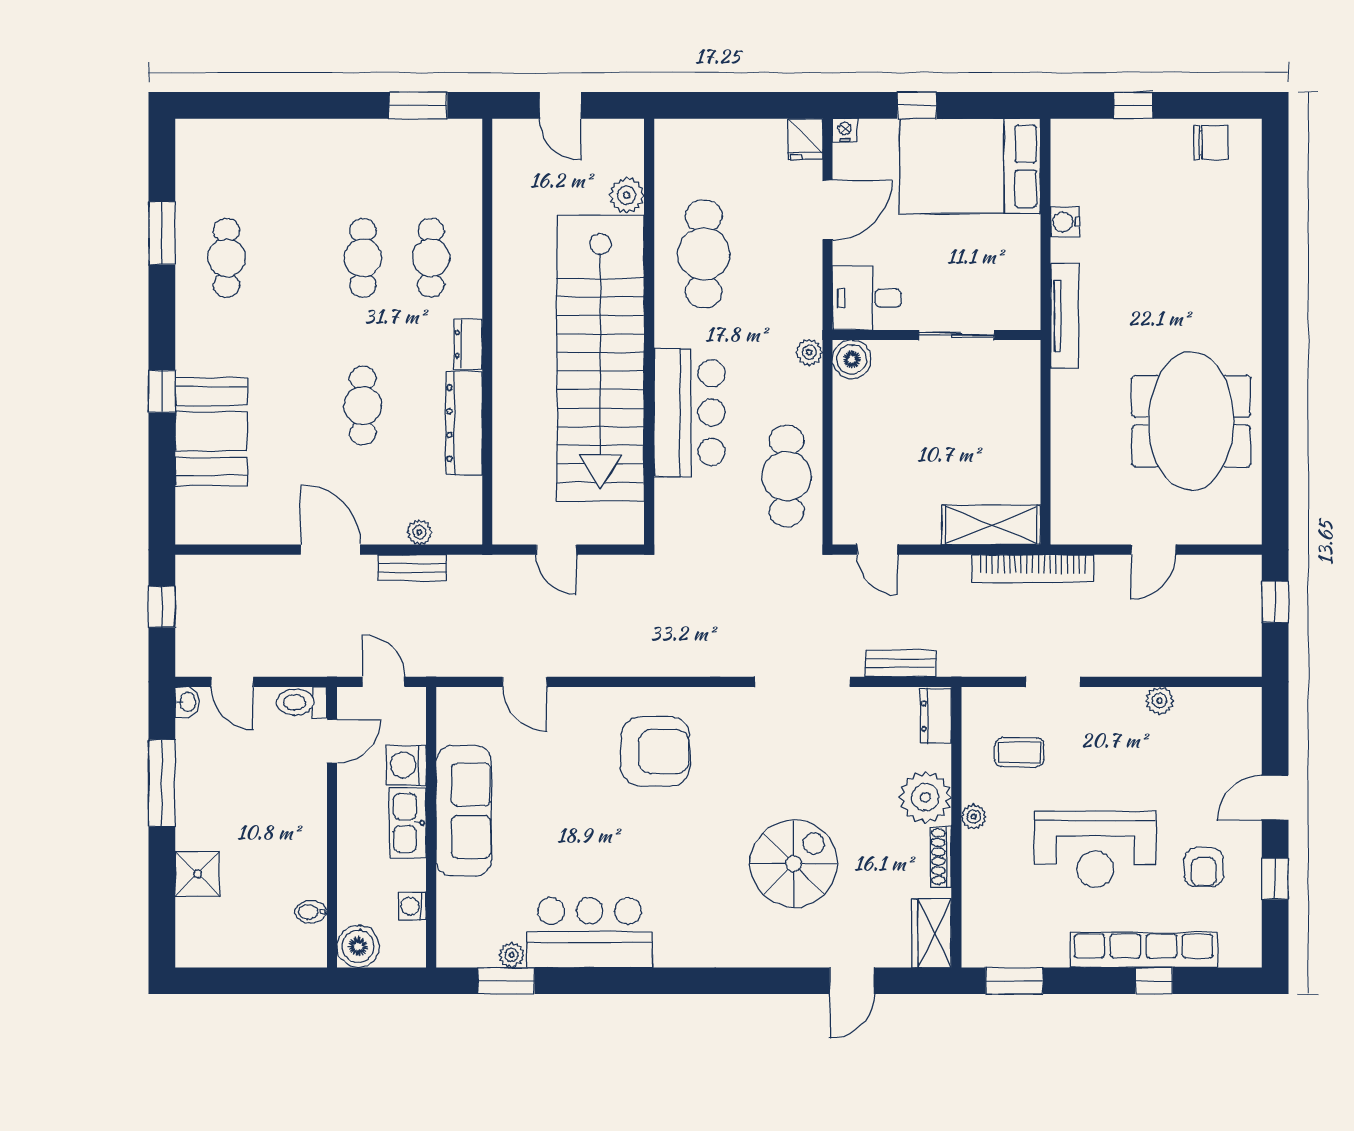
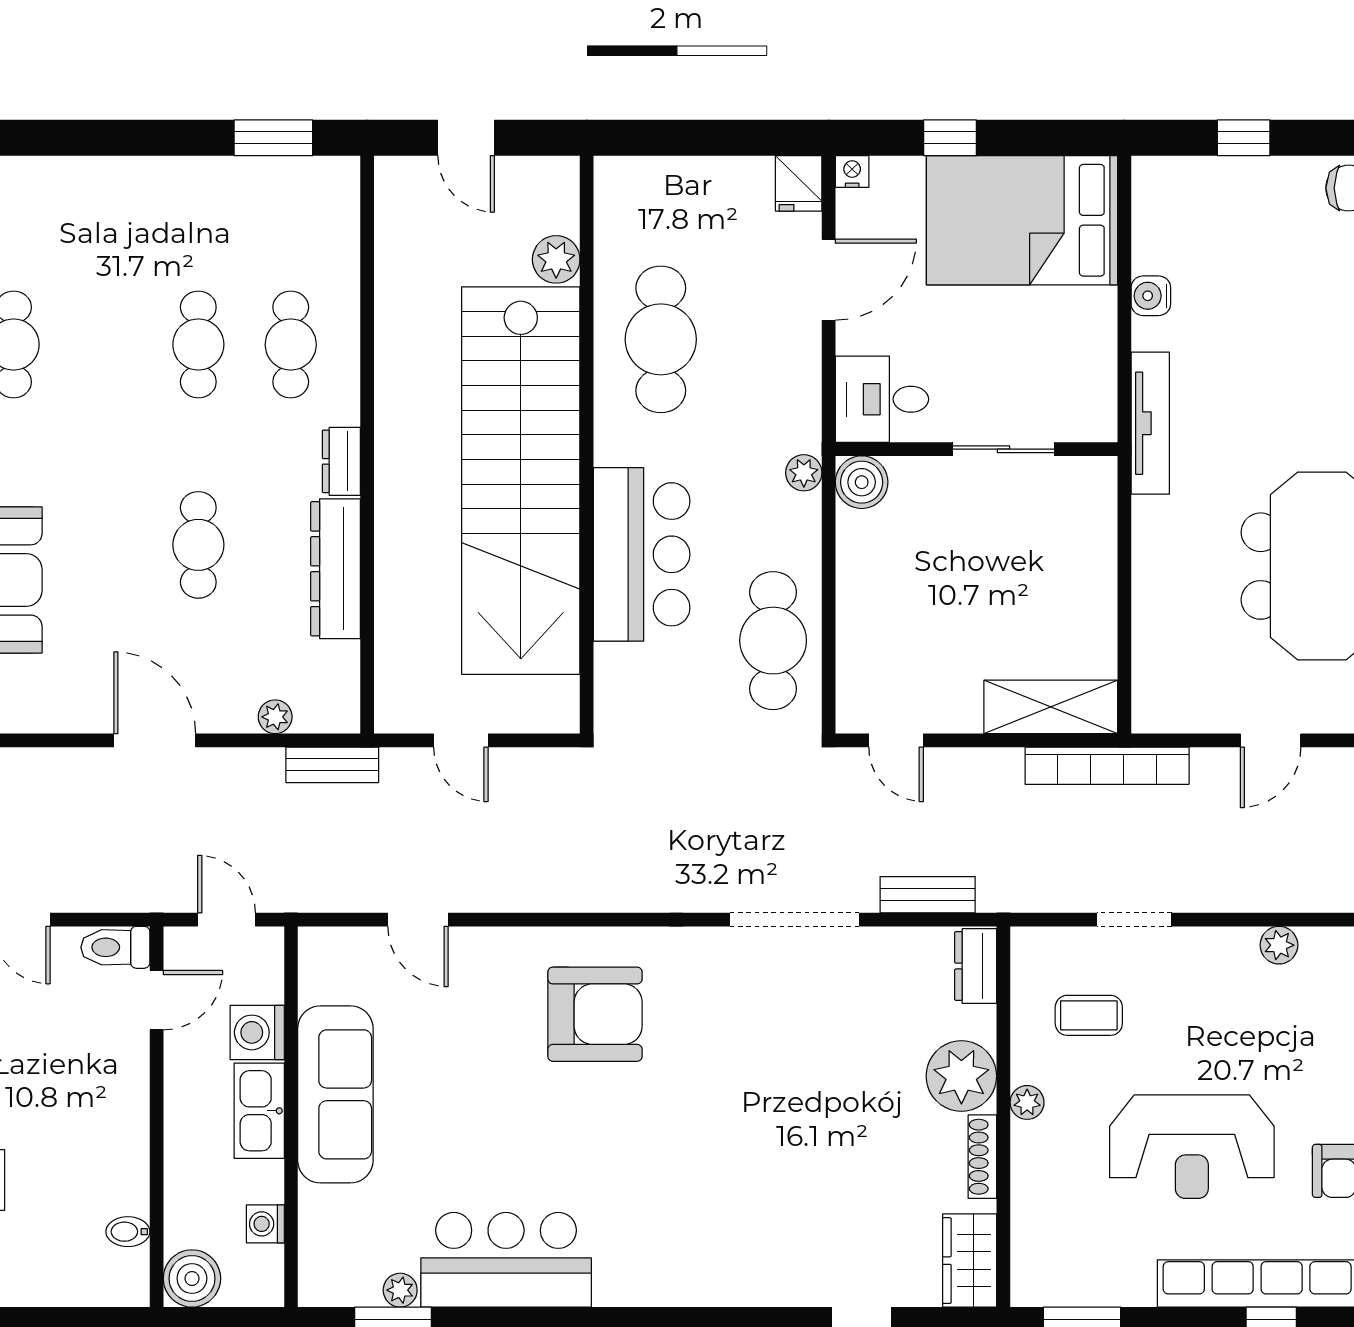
bench: (412, 568) -> (332, 765), moved
spiral stairs: (794, 864) -> (783, 1166), removed

